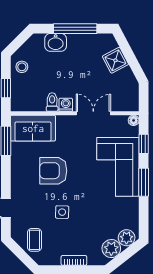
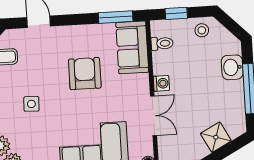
toilet: (52, 102) -> (162, 43), moved
side table: (62, 212) -> (31, 104), moved

